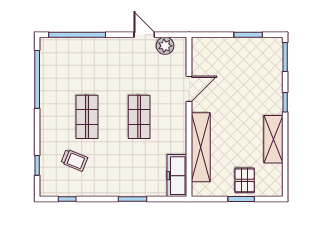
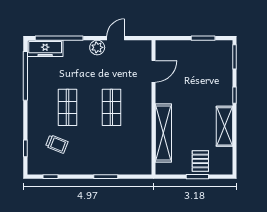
door: (144, 35) -> (116, 38), hinge flipped
plant: (165, 46) -> (97, 47), moved
door: (189, 89) -> (153, 71), moved
freezer: (177, 176) -> (45, 48), moved, turned -90

